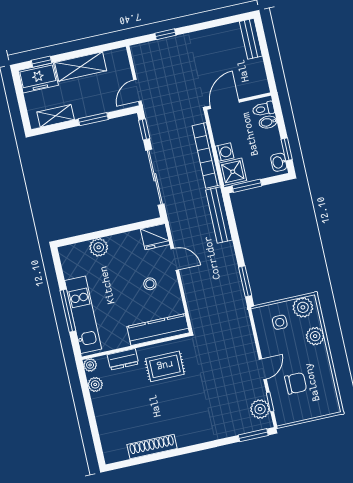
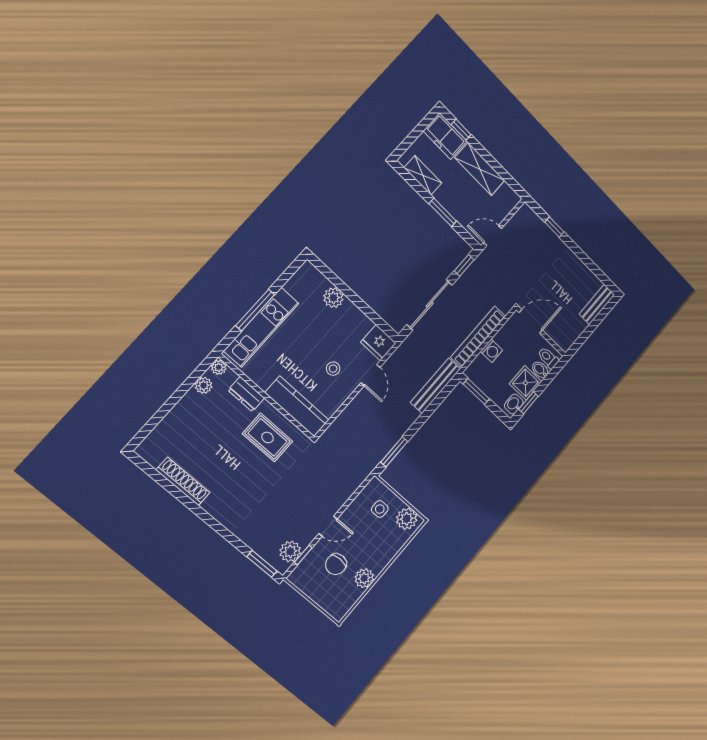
shower: (233, 172) -> (525, 383), moved
plant: (315, 336) -> (364, 578), moved
chair: (296, 383) -> (336, 564), turned 90

